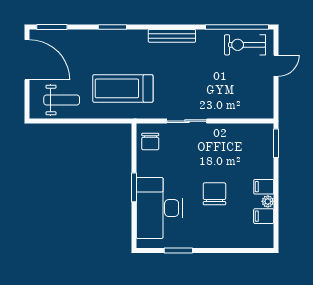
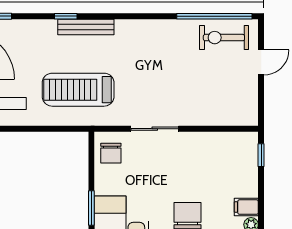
window: (112, 27) -> (66, 16), width x0.67
bench: (172, 36) -> (86, 27), moved
window: (276, 143) -> (261, 155), width x0.67

